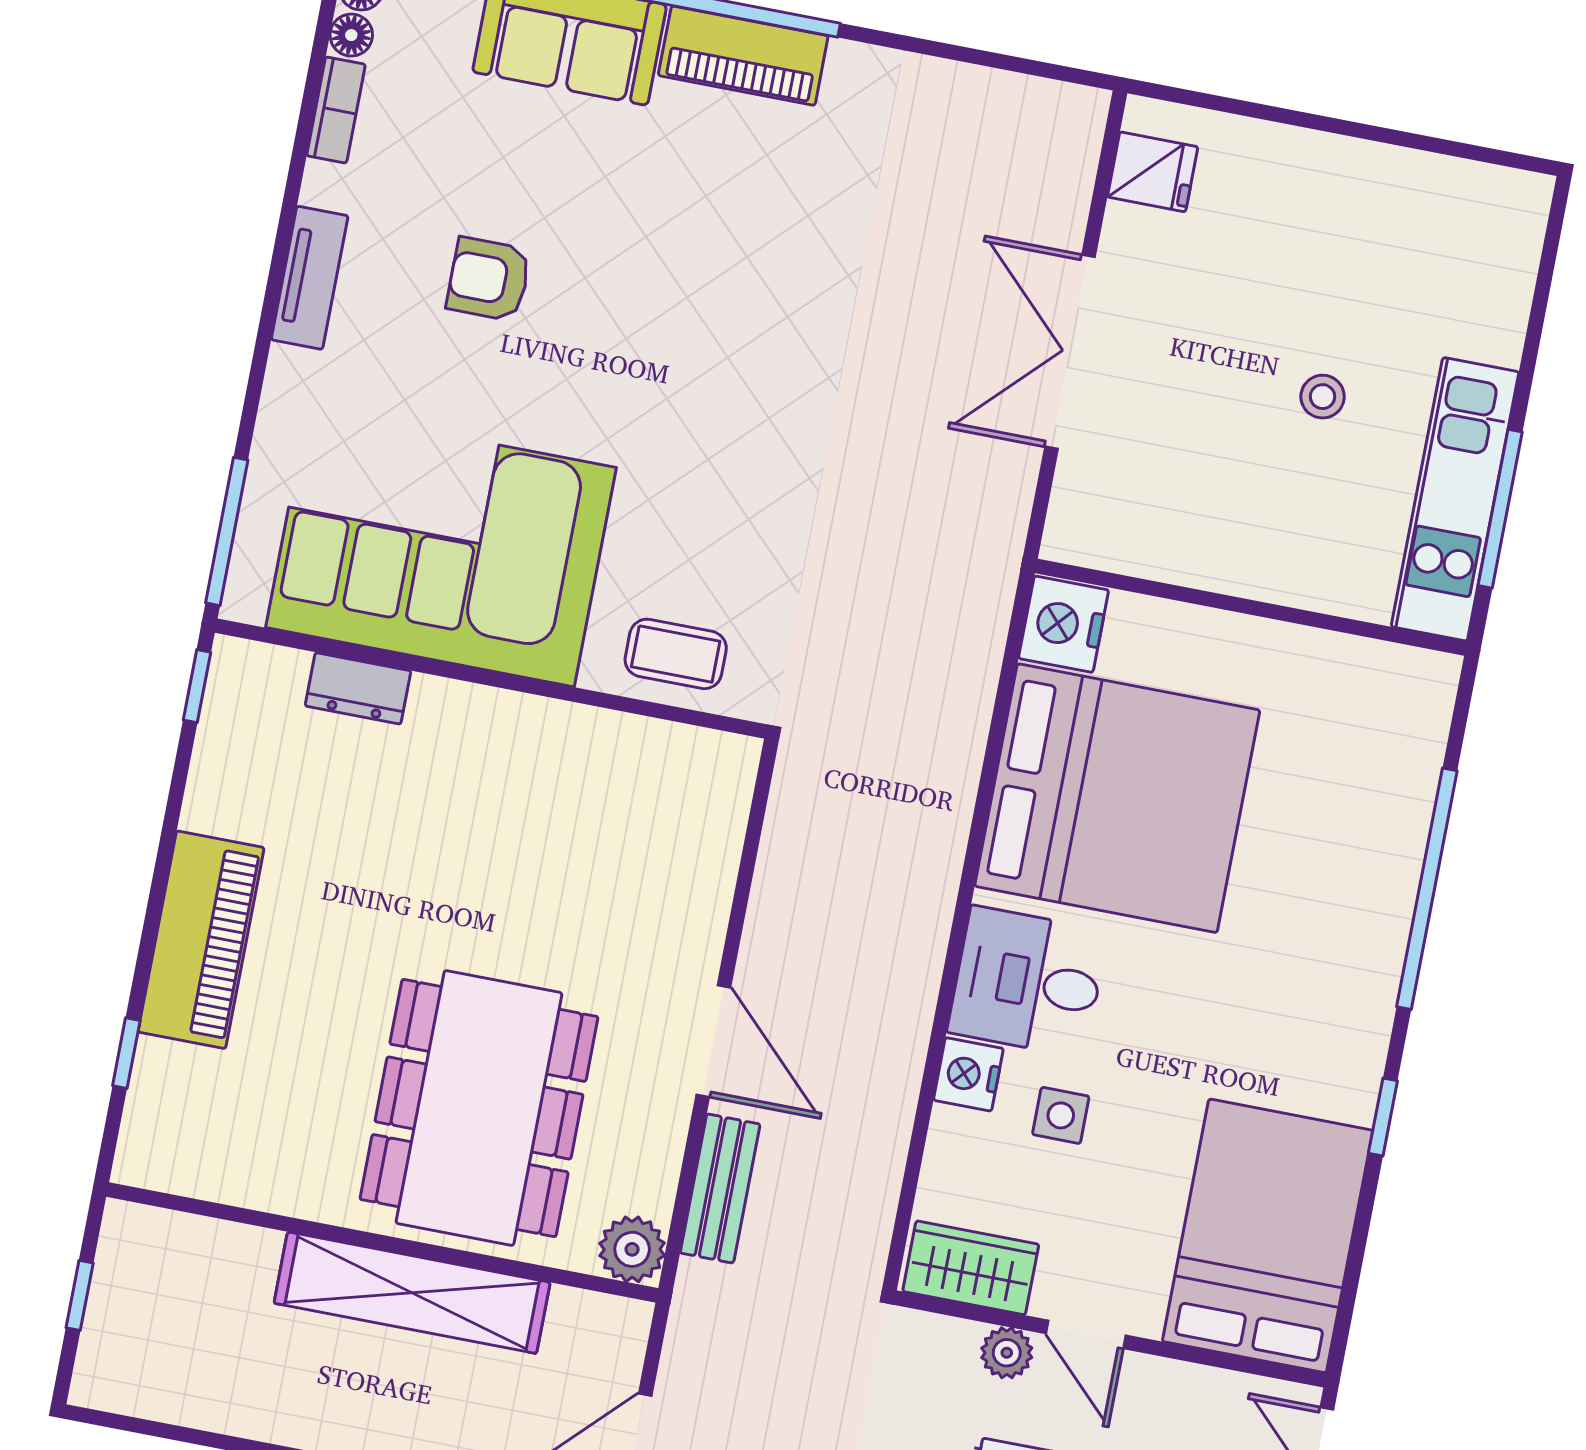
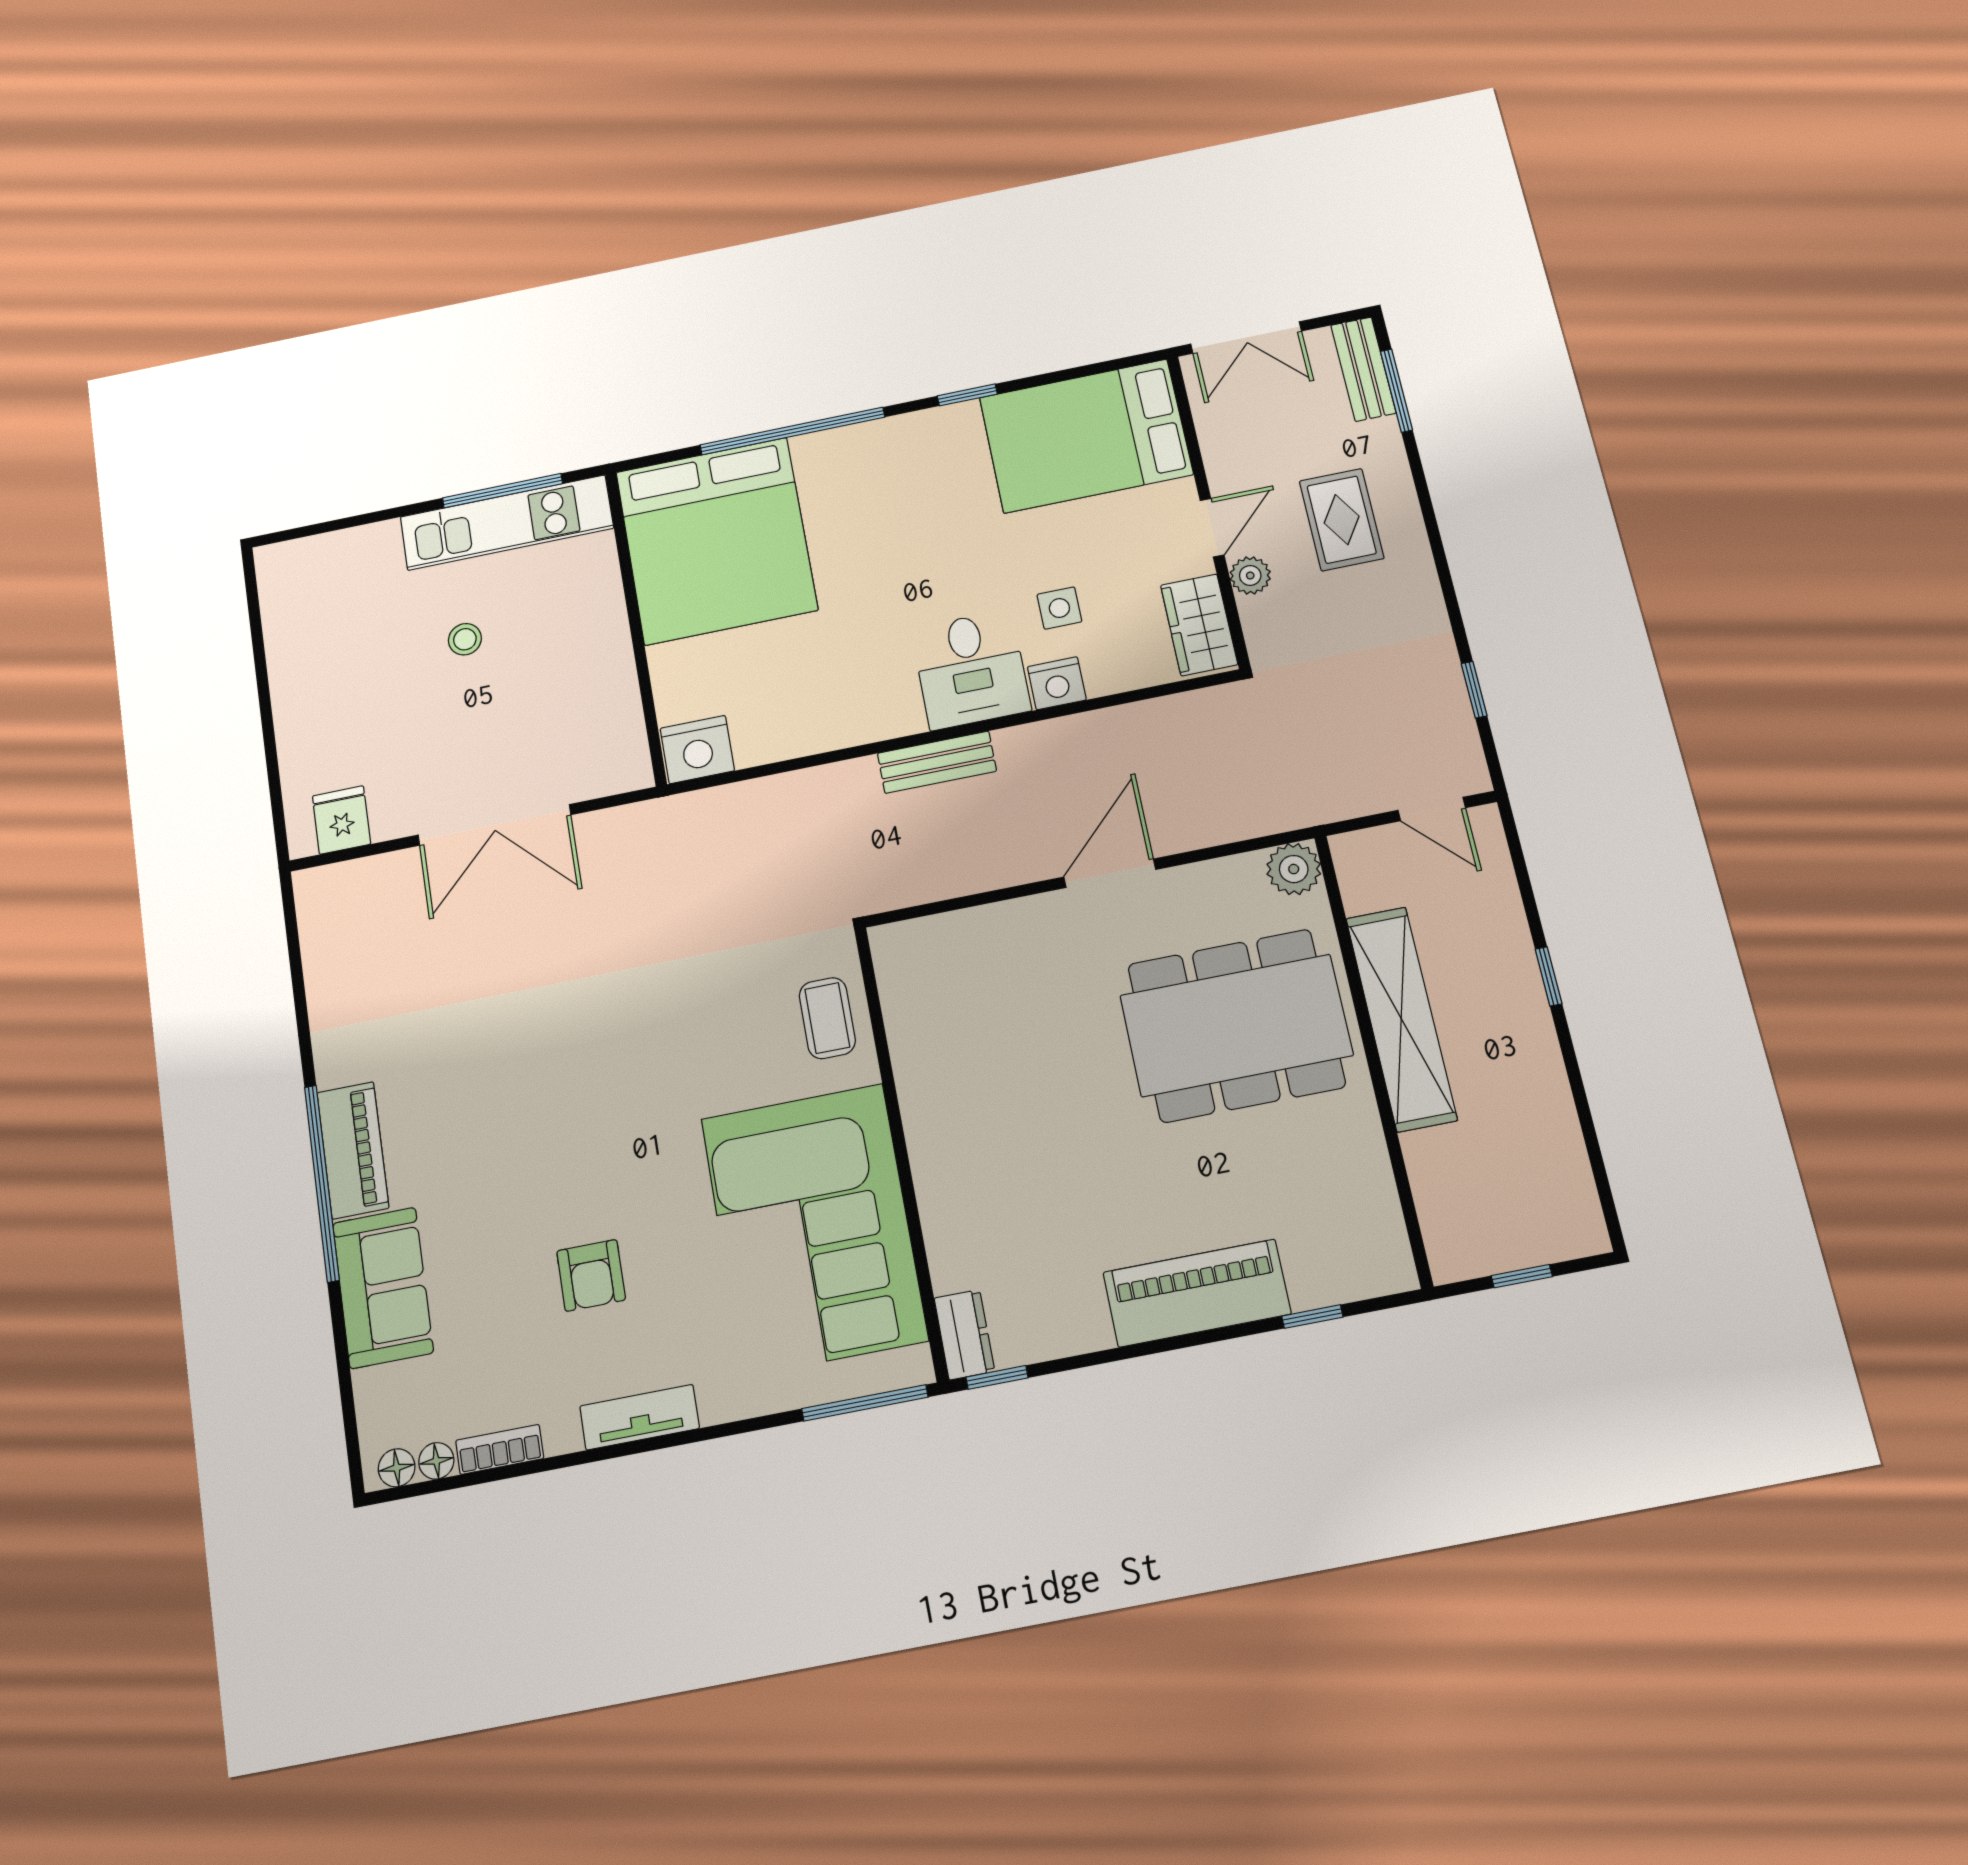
dresser: (358, 688) -> (964, 1335), moved
bed: (1117, 798) -> (716, 541), moved, turned 180
bench: (720, 1188) -> (937, 762), moved

